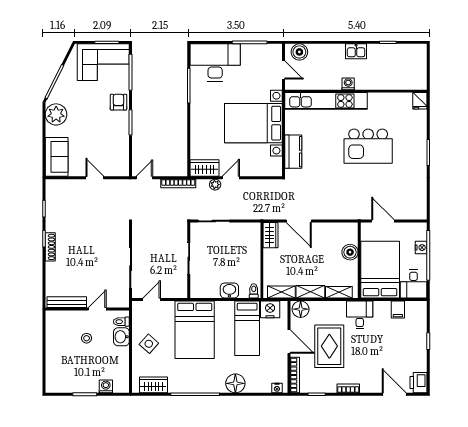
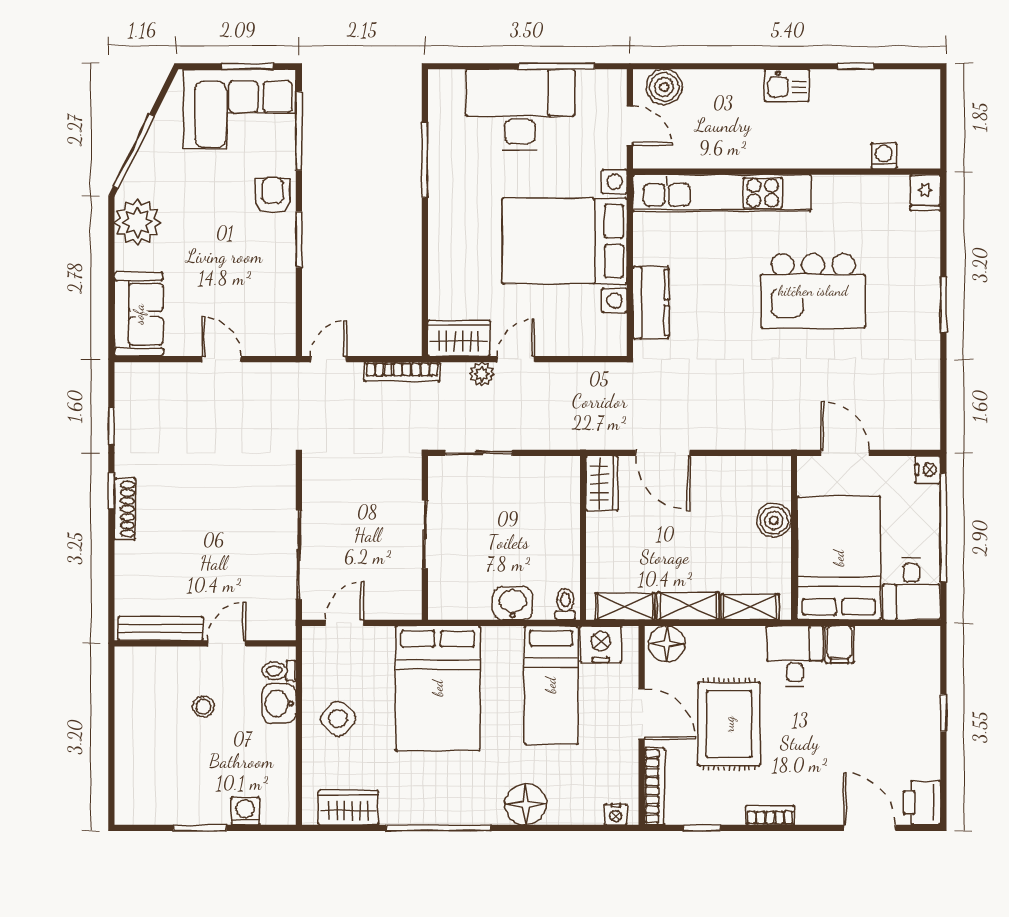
desk: (215, 62) -> (520, 110), moved
washing machine: (348, 84) -> (884, 156), moved
nightstand: (421, 248) -> (928, 470), moved
filing cabinet: (398, 310) -> (839, 644), moved

